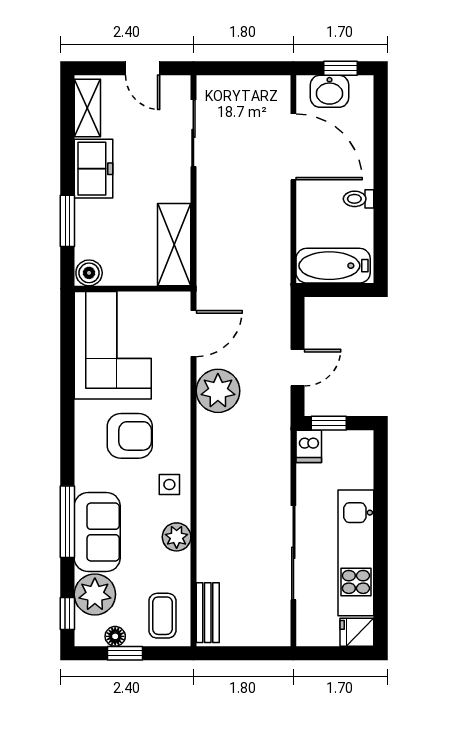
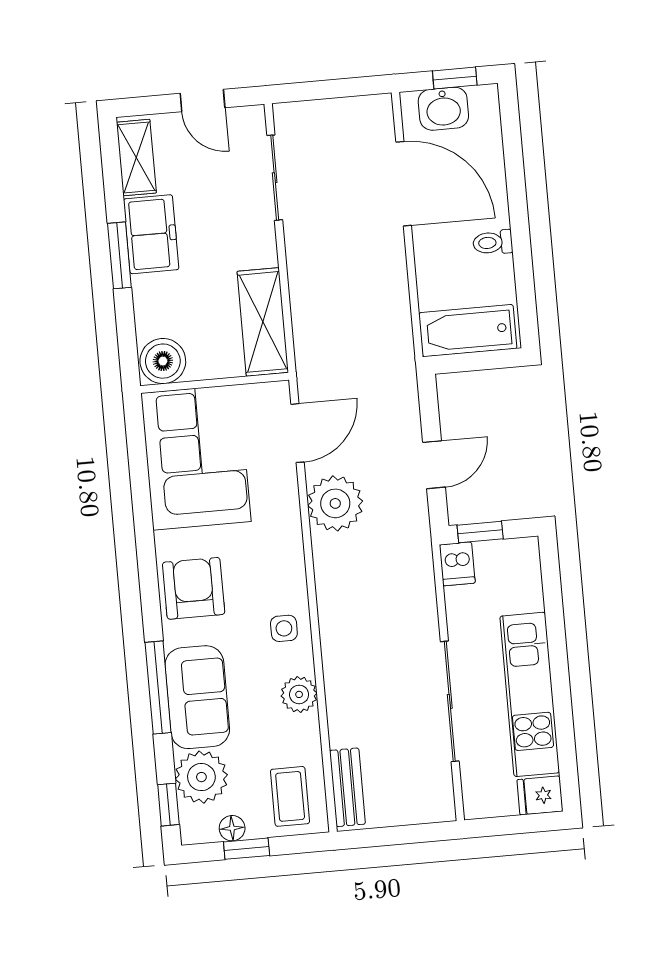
window: (67, 221) -> (119, 255), moved
boiler: (89, 273) -> (163, 361), width x1.36, depth x1.36
armchair: (130, 436) -> (194, 588), moved, turned -90

